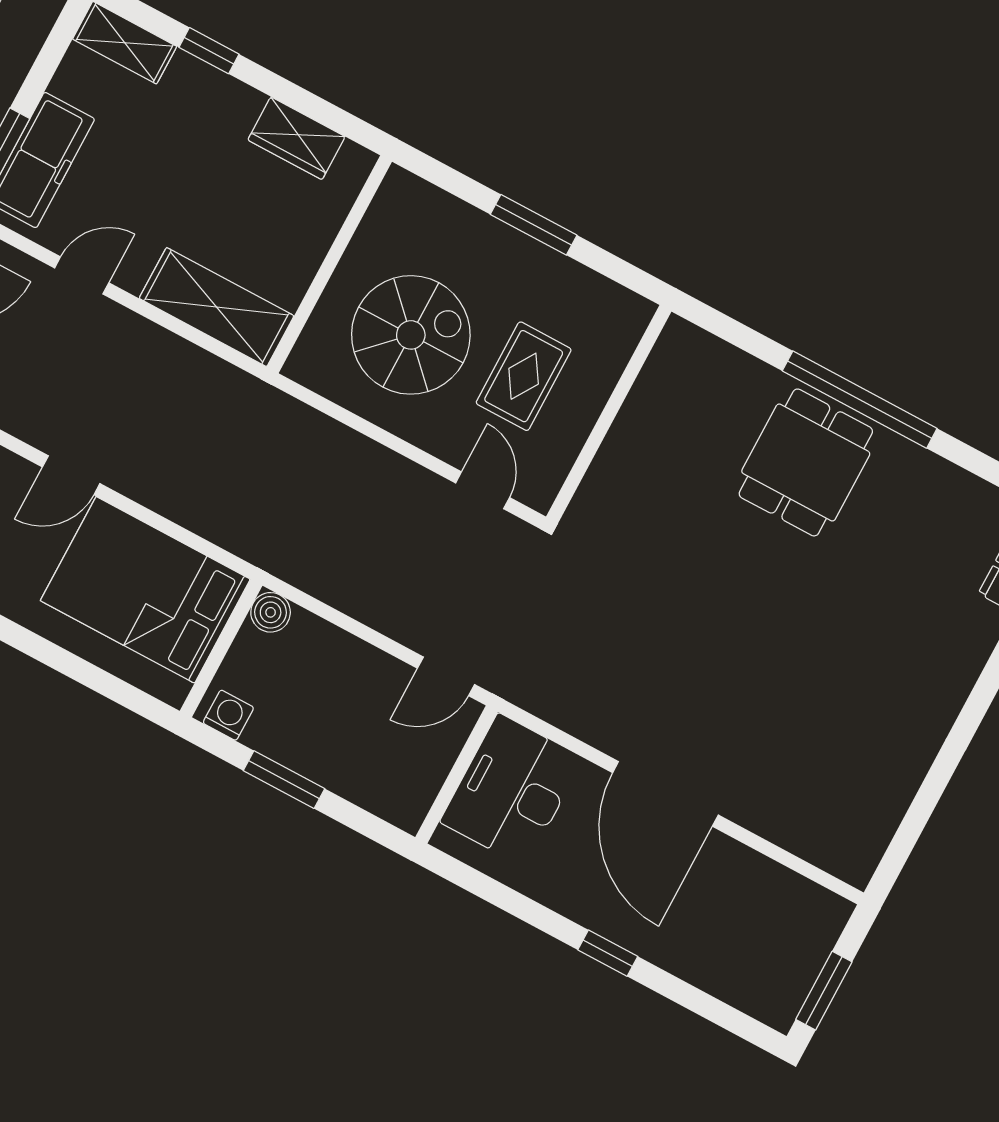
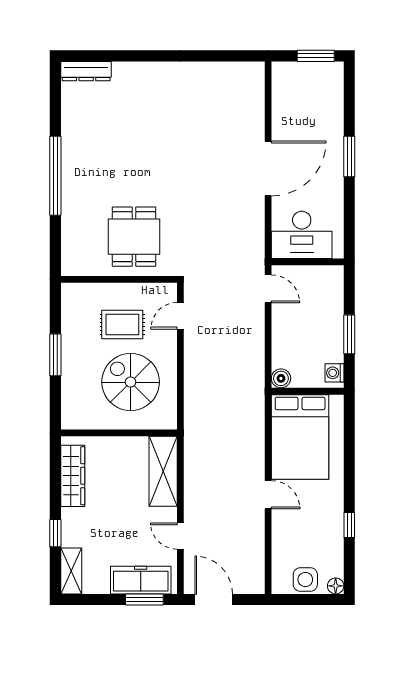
wardrobe: (296, 138) -> (73, 476), width x1.50
dining table: (806, 462) -> (134, 237), moved, turned 90
window: (608, 953) -> (349, 157), width x1.50

